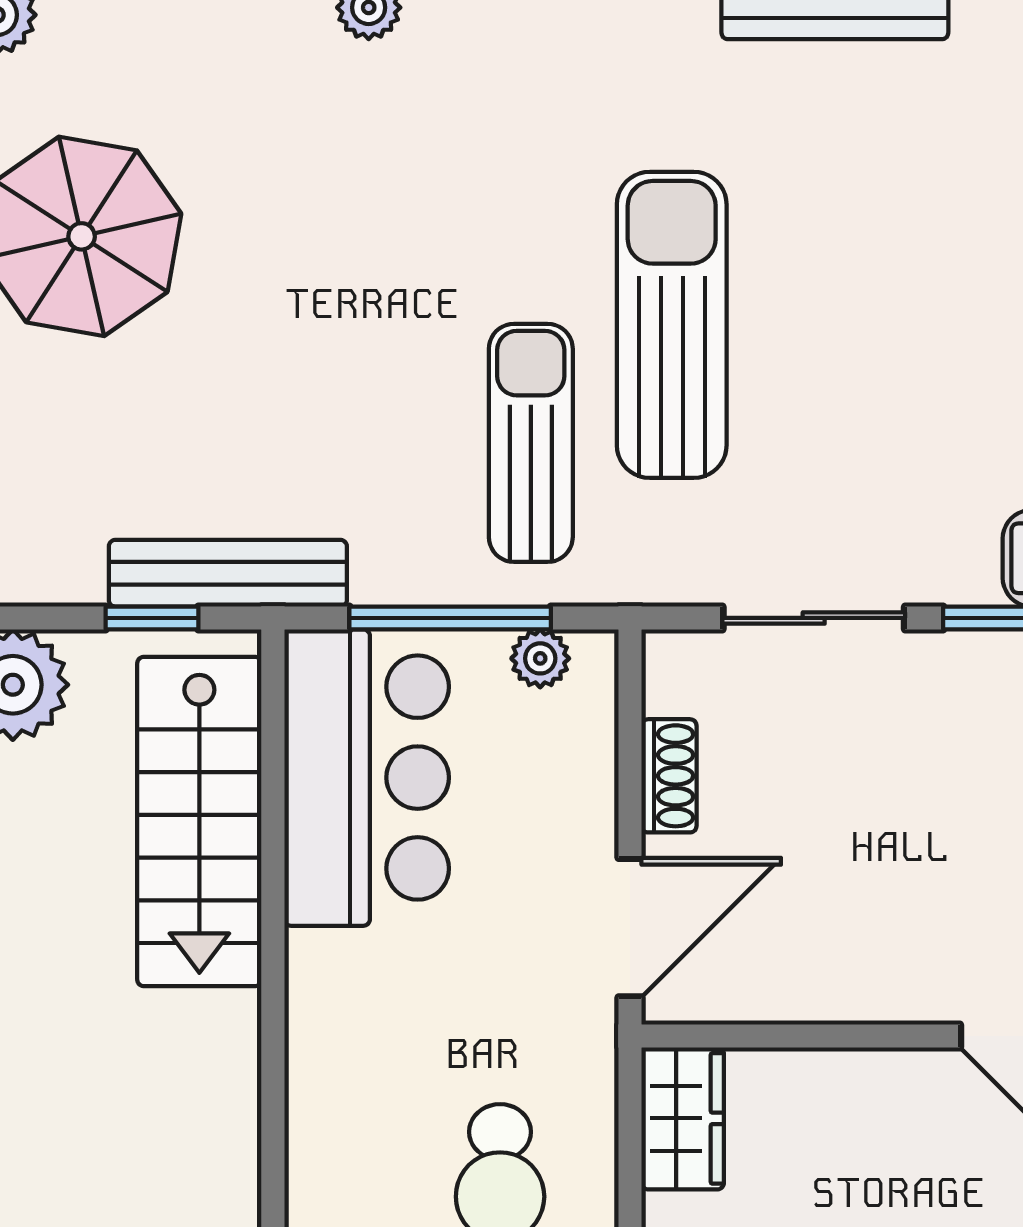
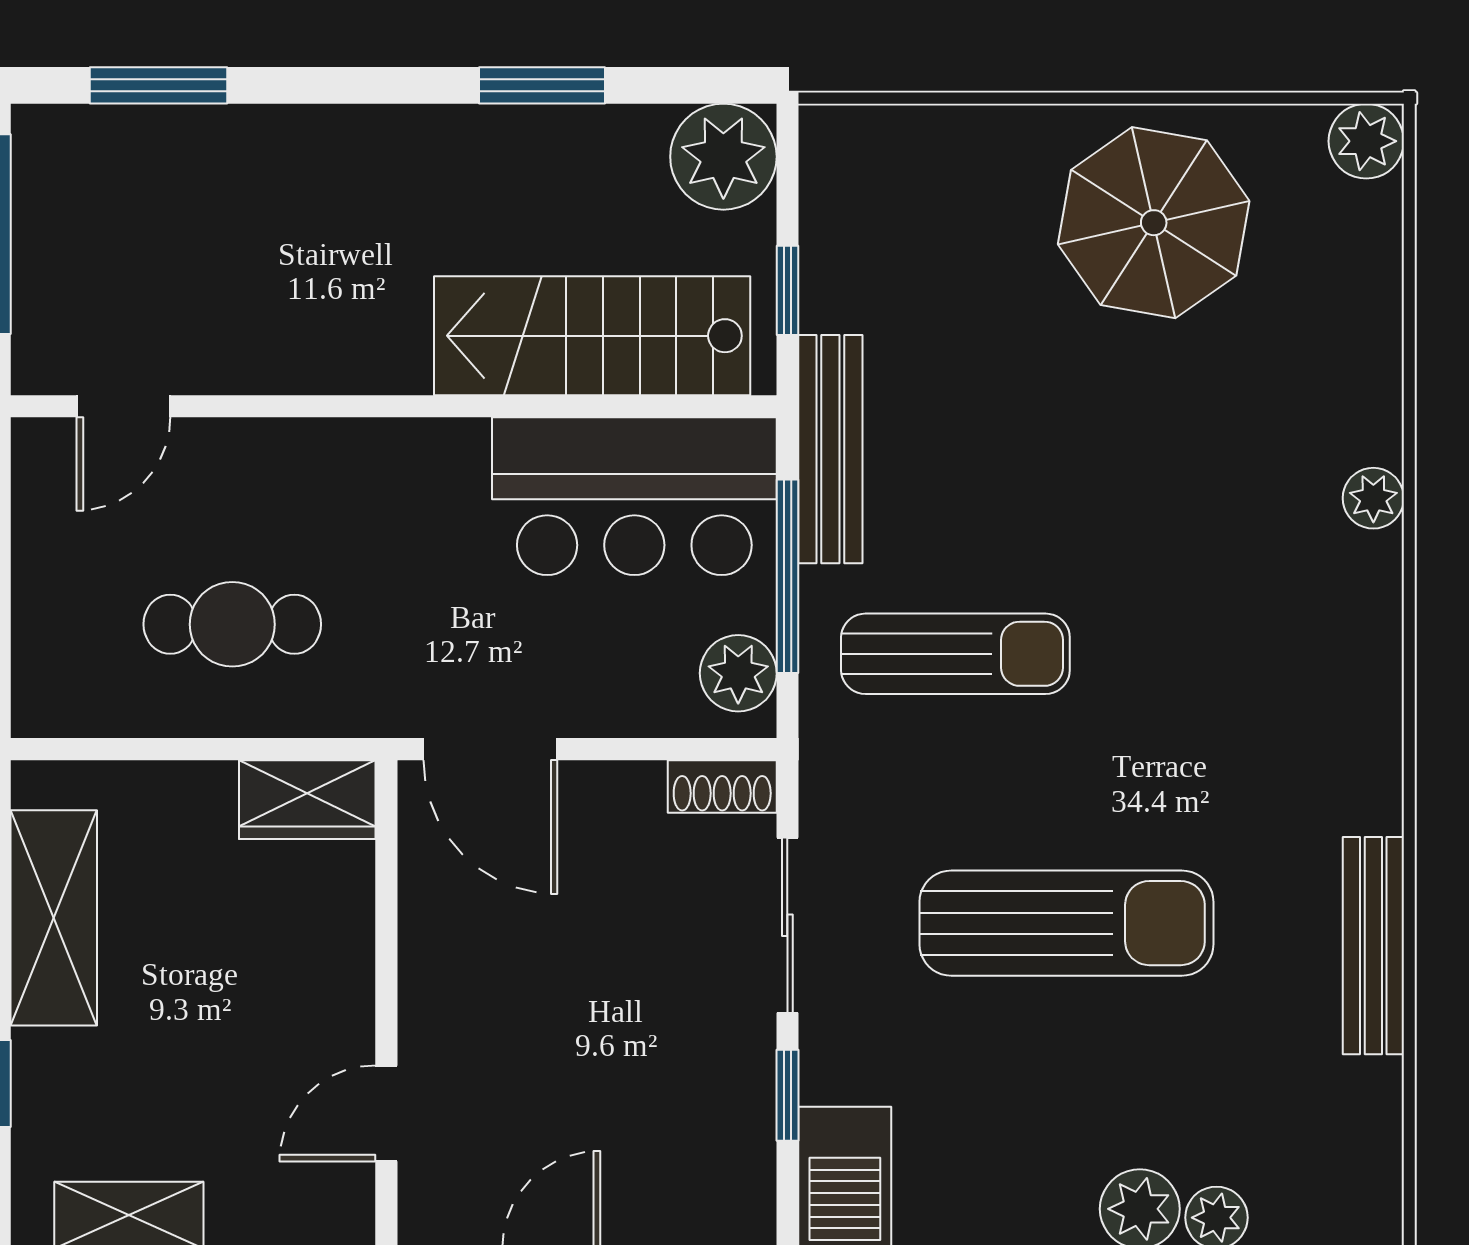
sun lounger: (672, 325) -> (1066, 923), moved
bench: (228, 573) -> (830, 449), moved
plant: (540, 658) -> (738, 673), width x1.38, depth x1.38
shoe rack: (669, 776) -> (722, 786), moved

